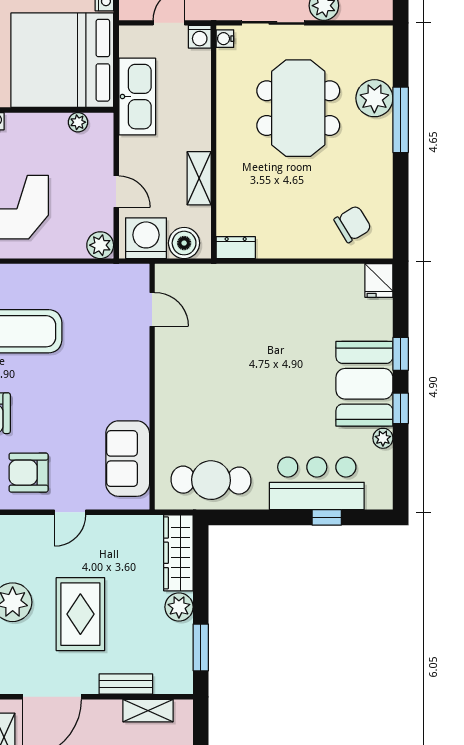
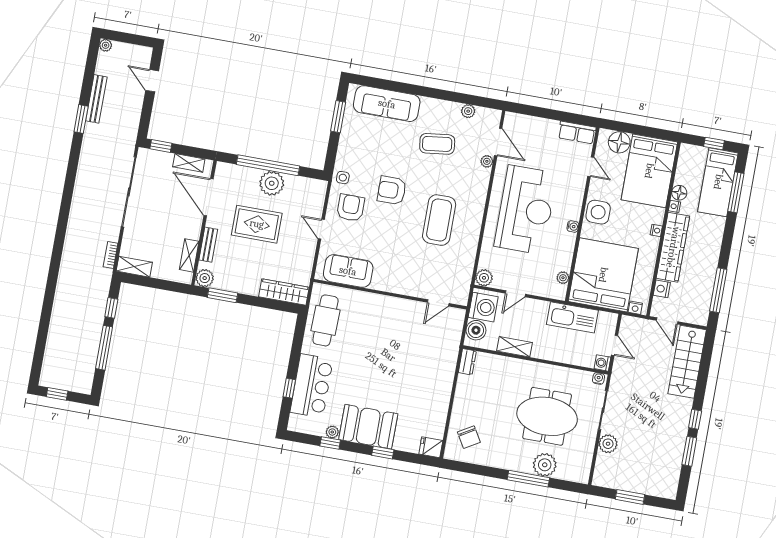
window: (401, 408) -> (330, 443), moved
plant: (179, 607) -> (205, 278), moved

